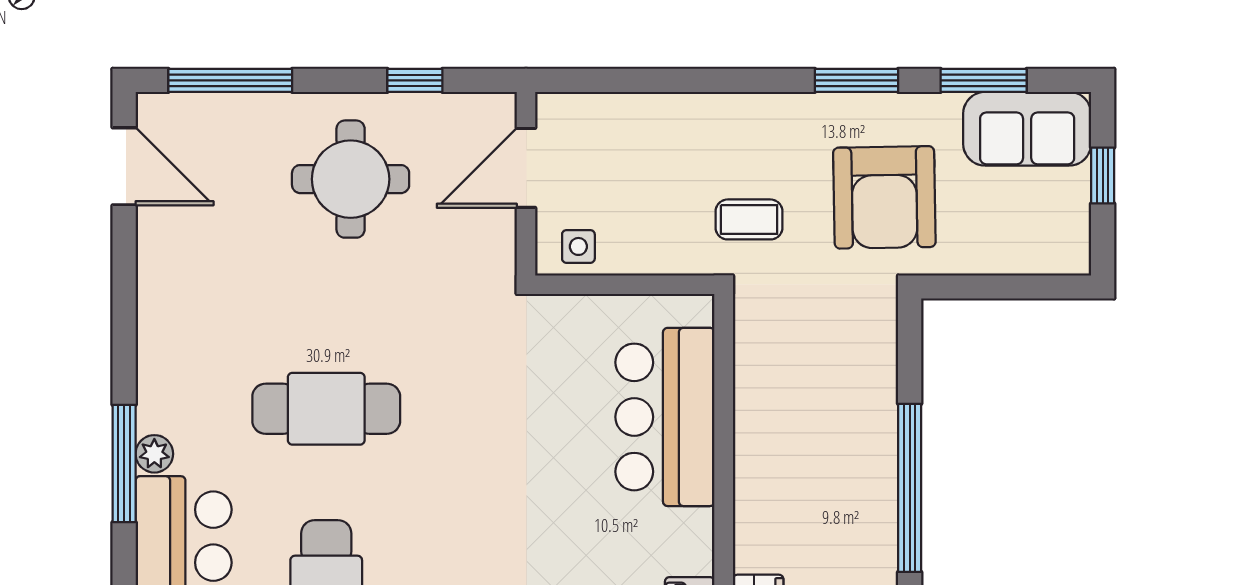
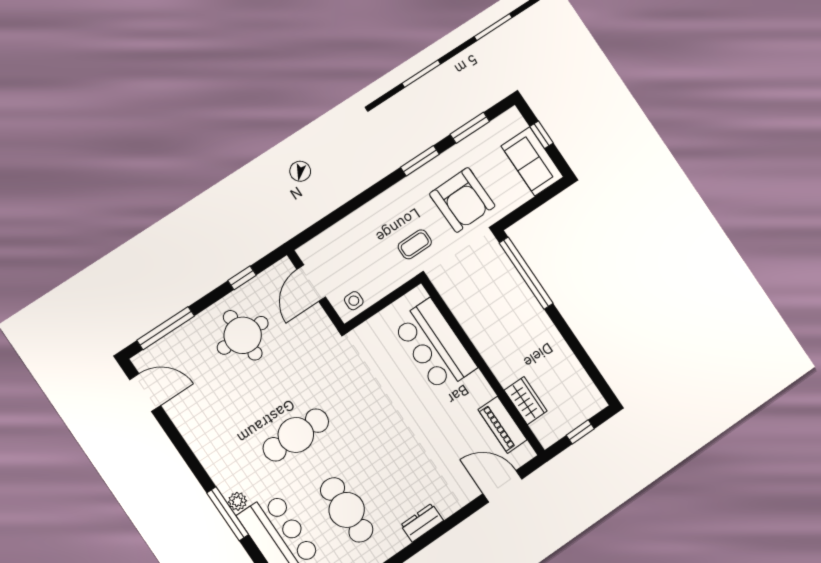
sofa: (1027, 129) -> (532, 161), moved, turned 90
window: (910, 488) -> (526, 273), moved

